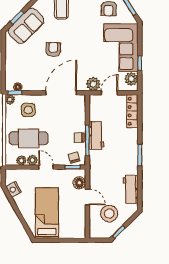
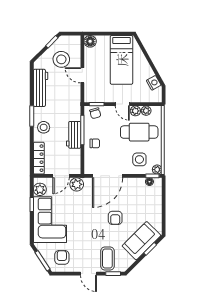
chair: (79, 138) -> (95, 143), moved
stool: (127, 143) -> (44, 127), added
floor lamp: (79, 183) -> (90, 41), moved
workbench: (131, 189) -> (41, 88), width x1.38

